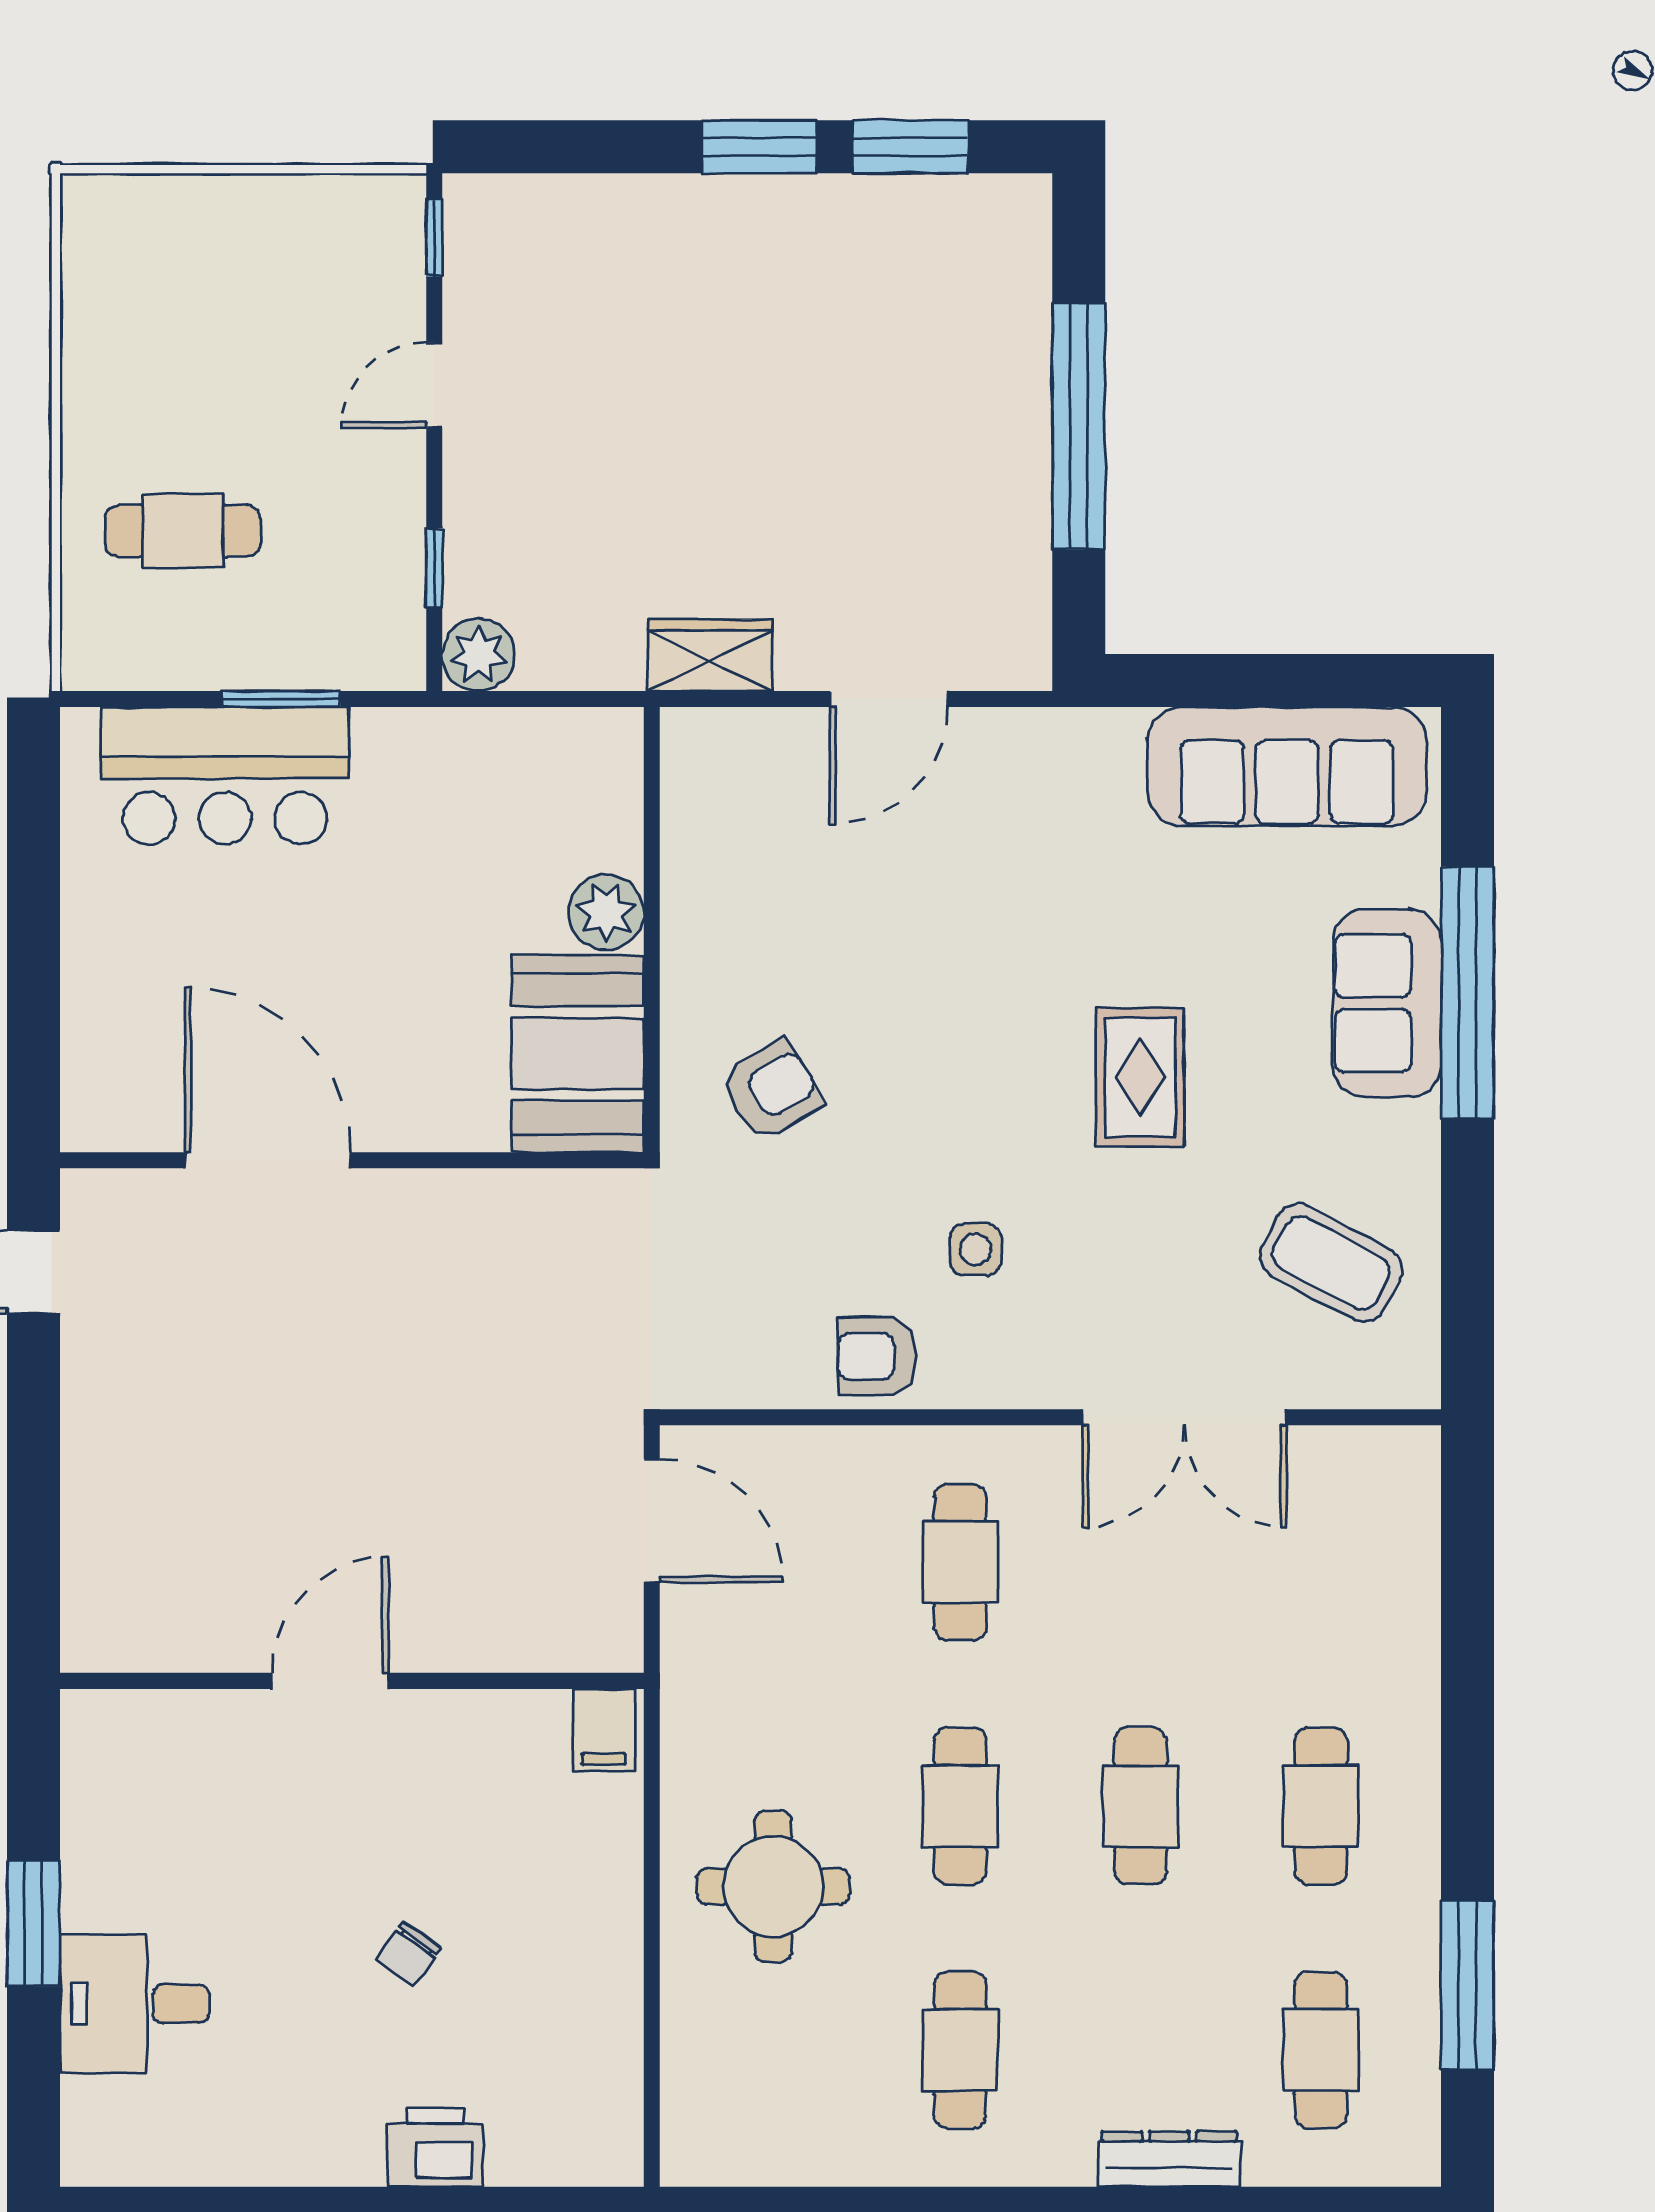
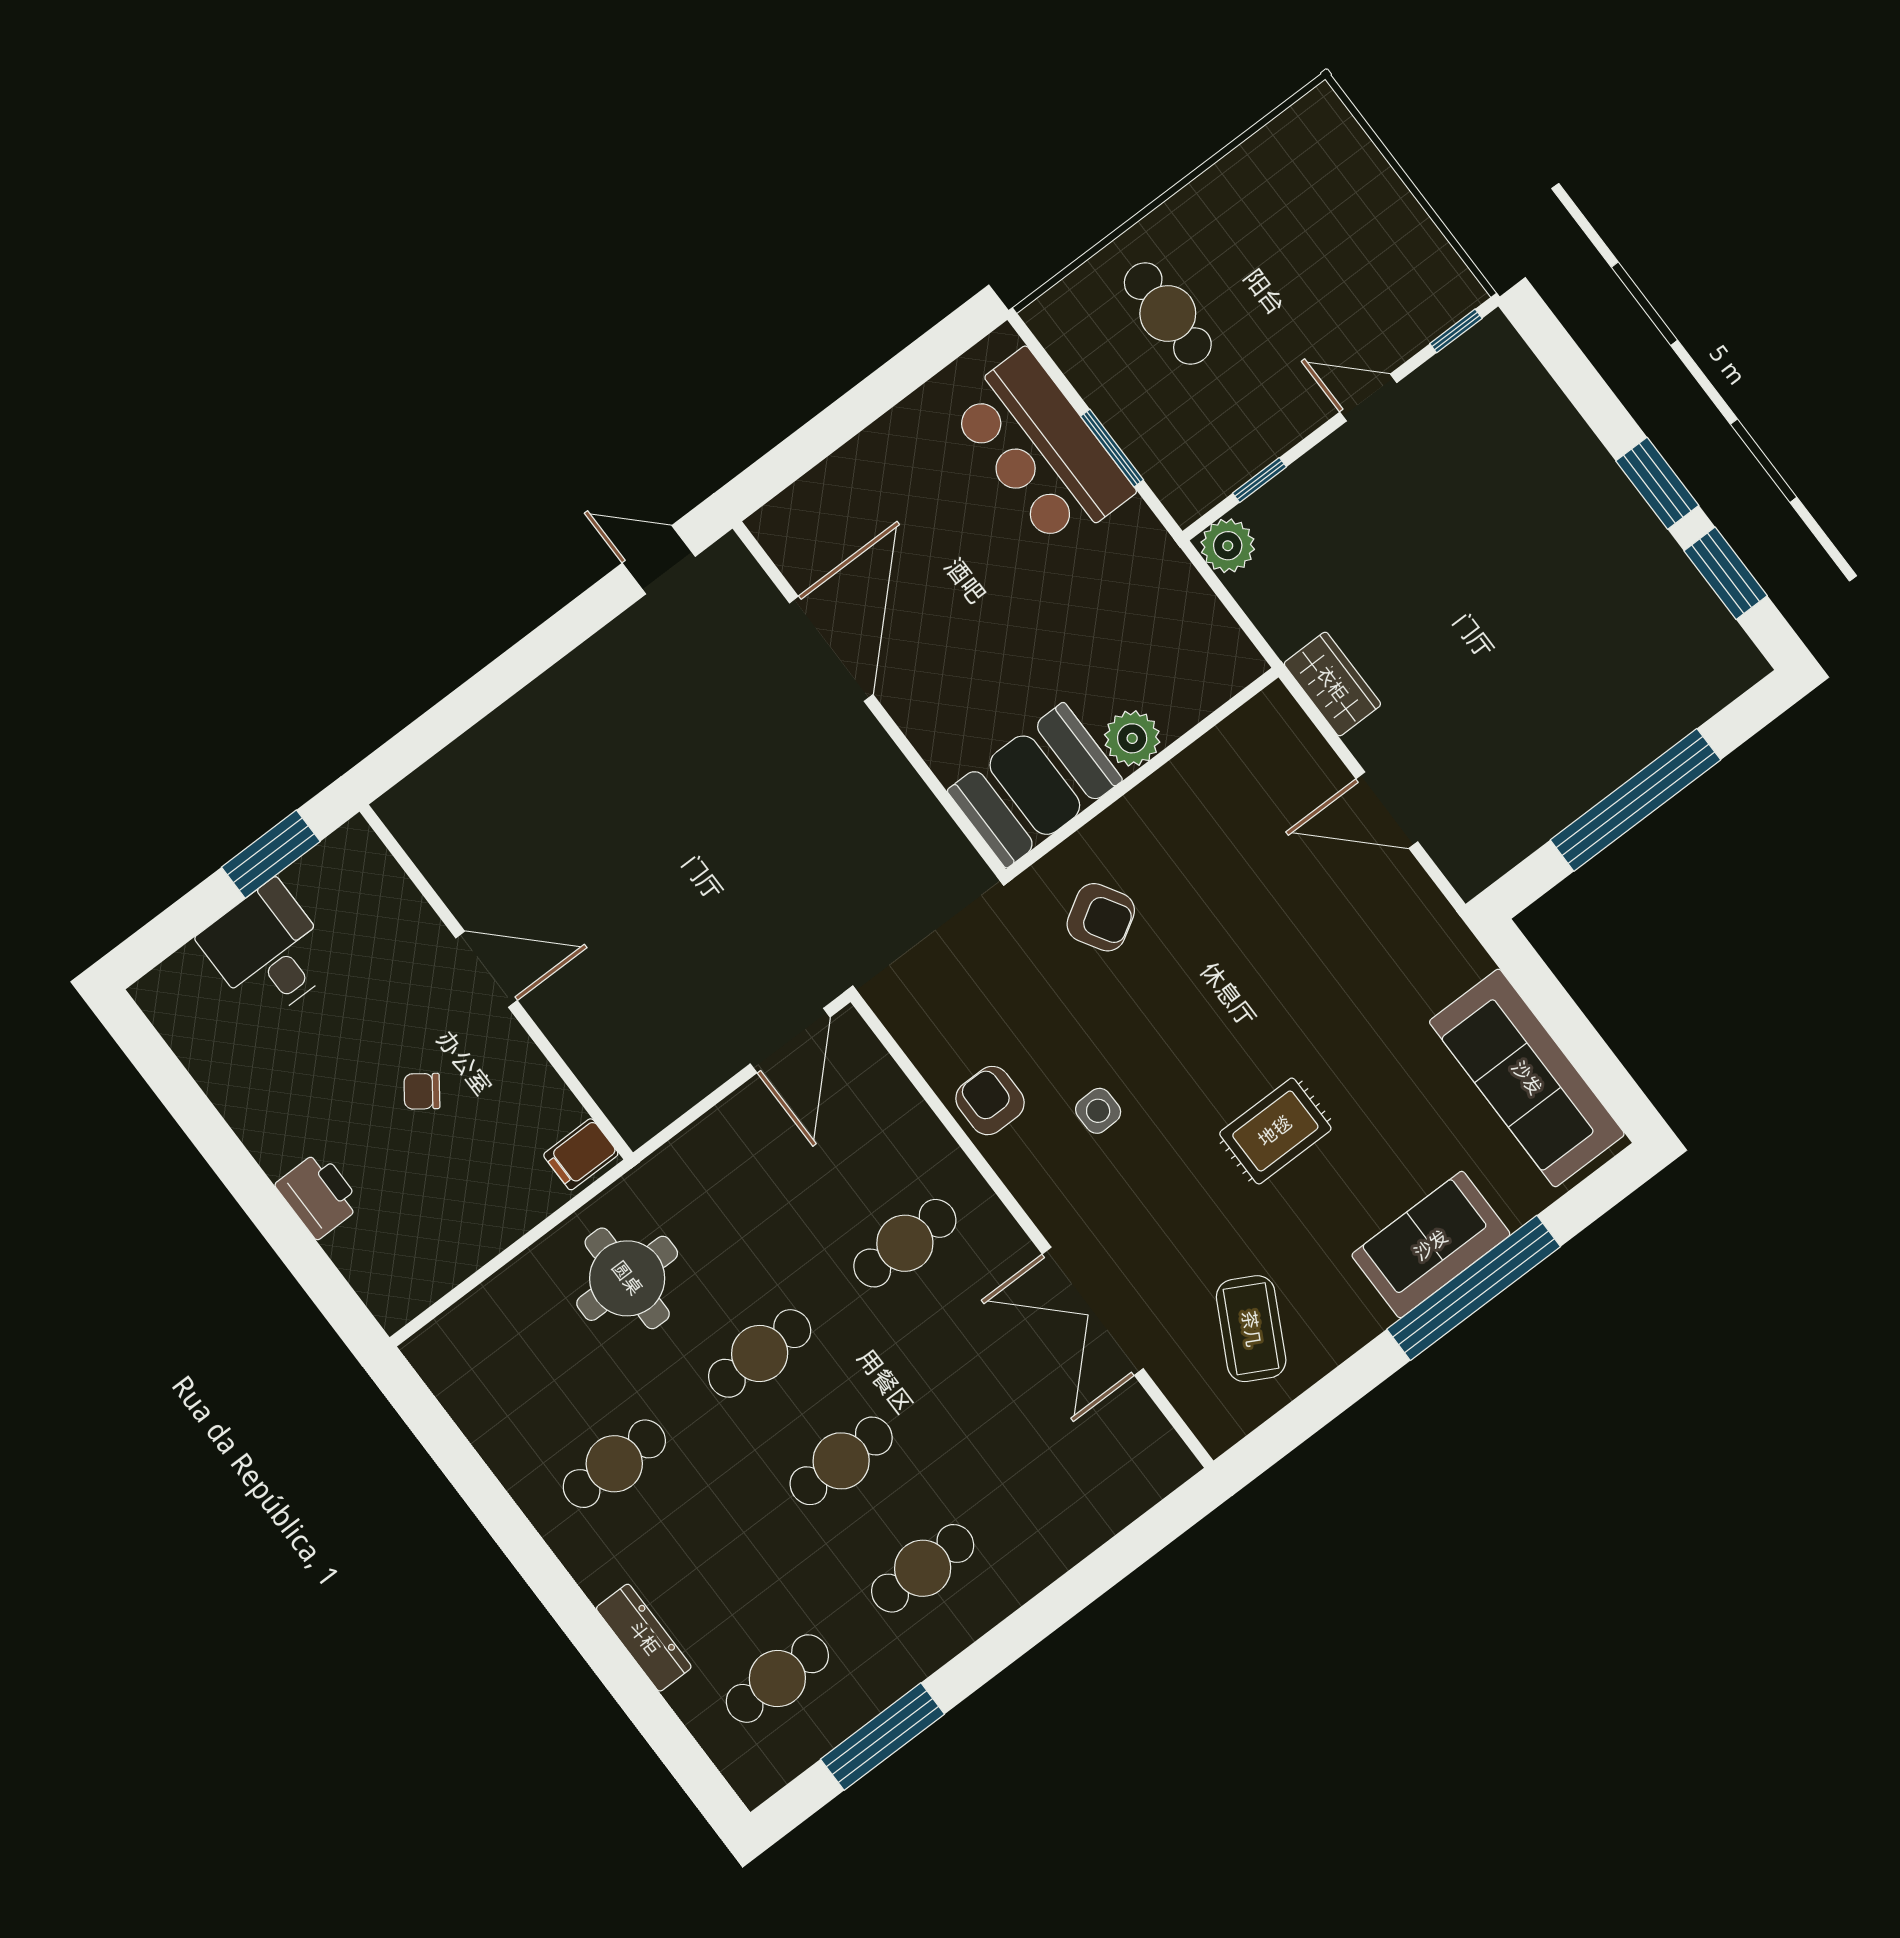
door: (330, 1681) -> (487, 969), moved
wall: (352, 1681) -> (496, 982), moved
filing cabinet: (604, 1730) -> (581, 1154), moved

